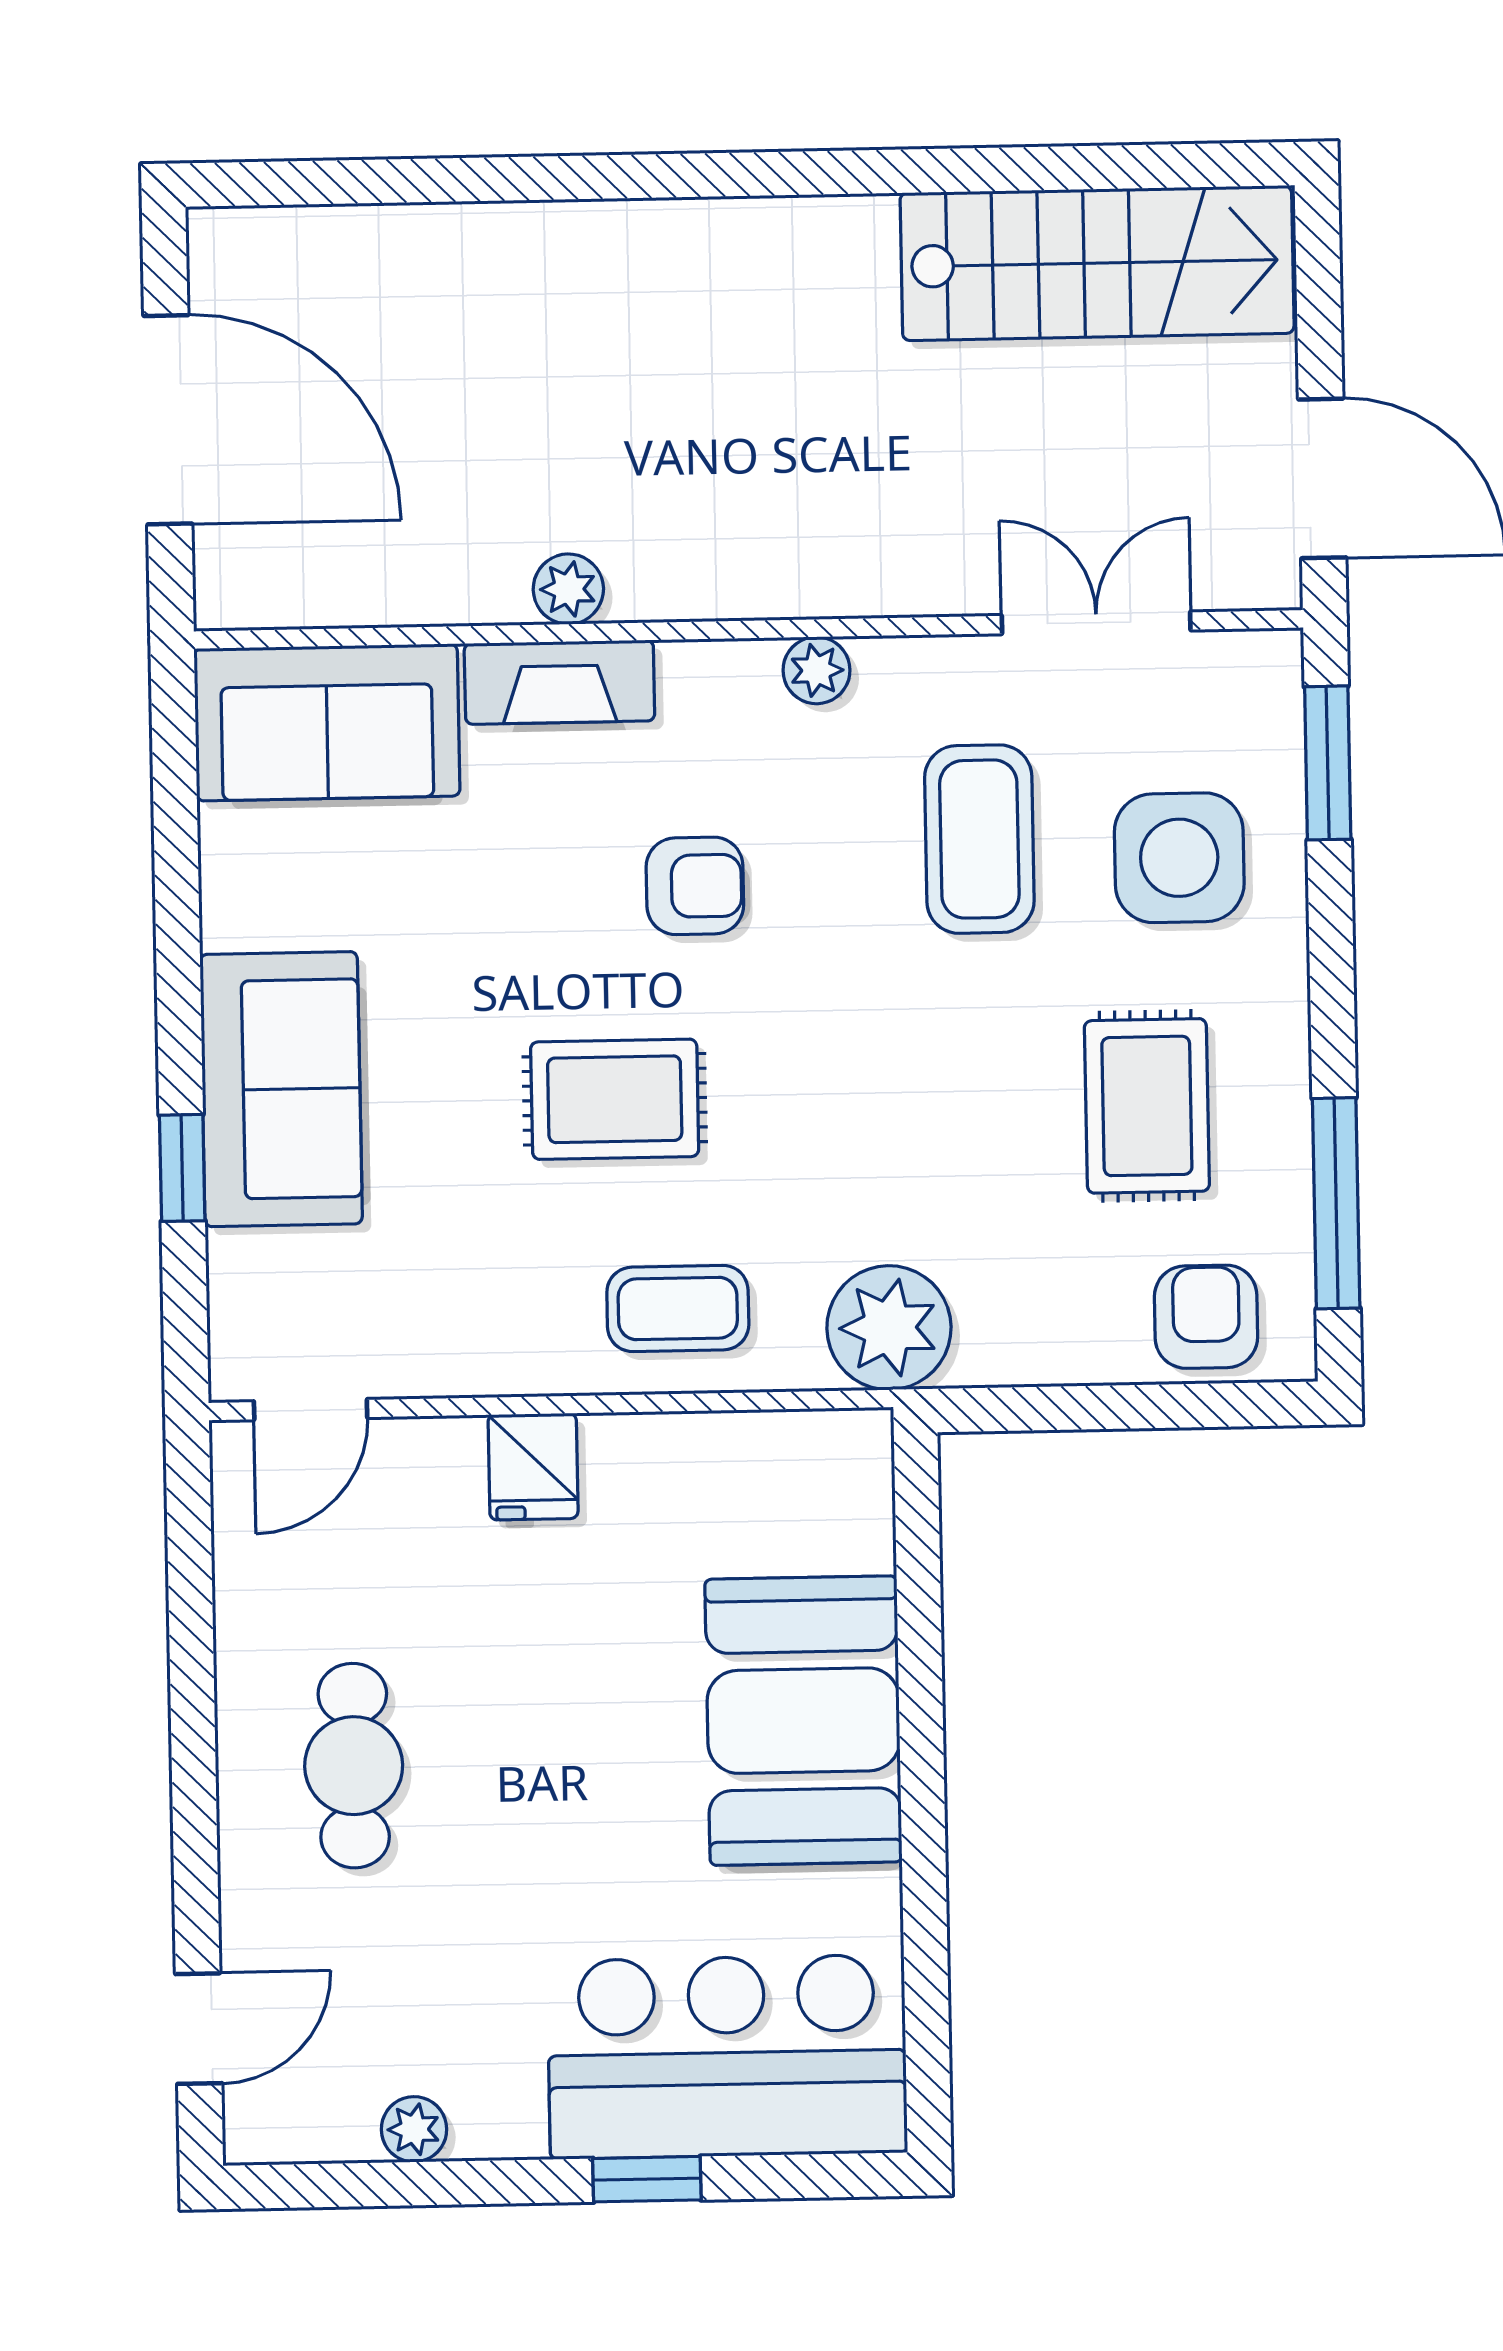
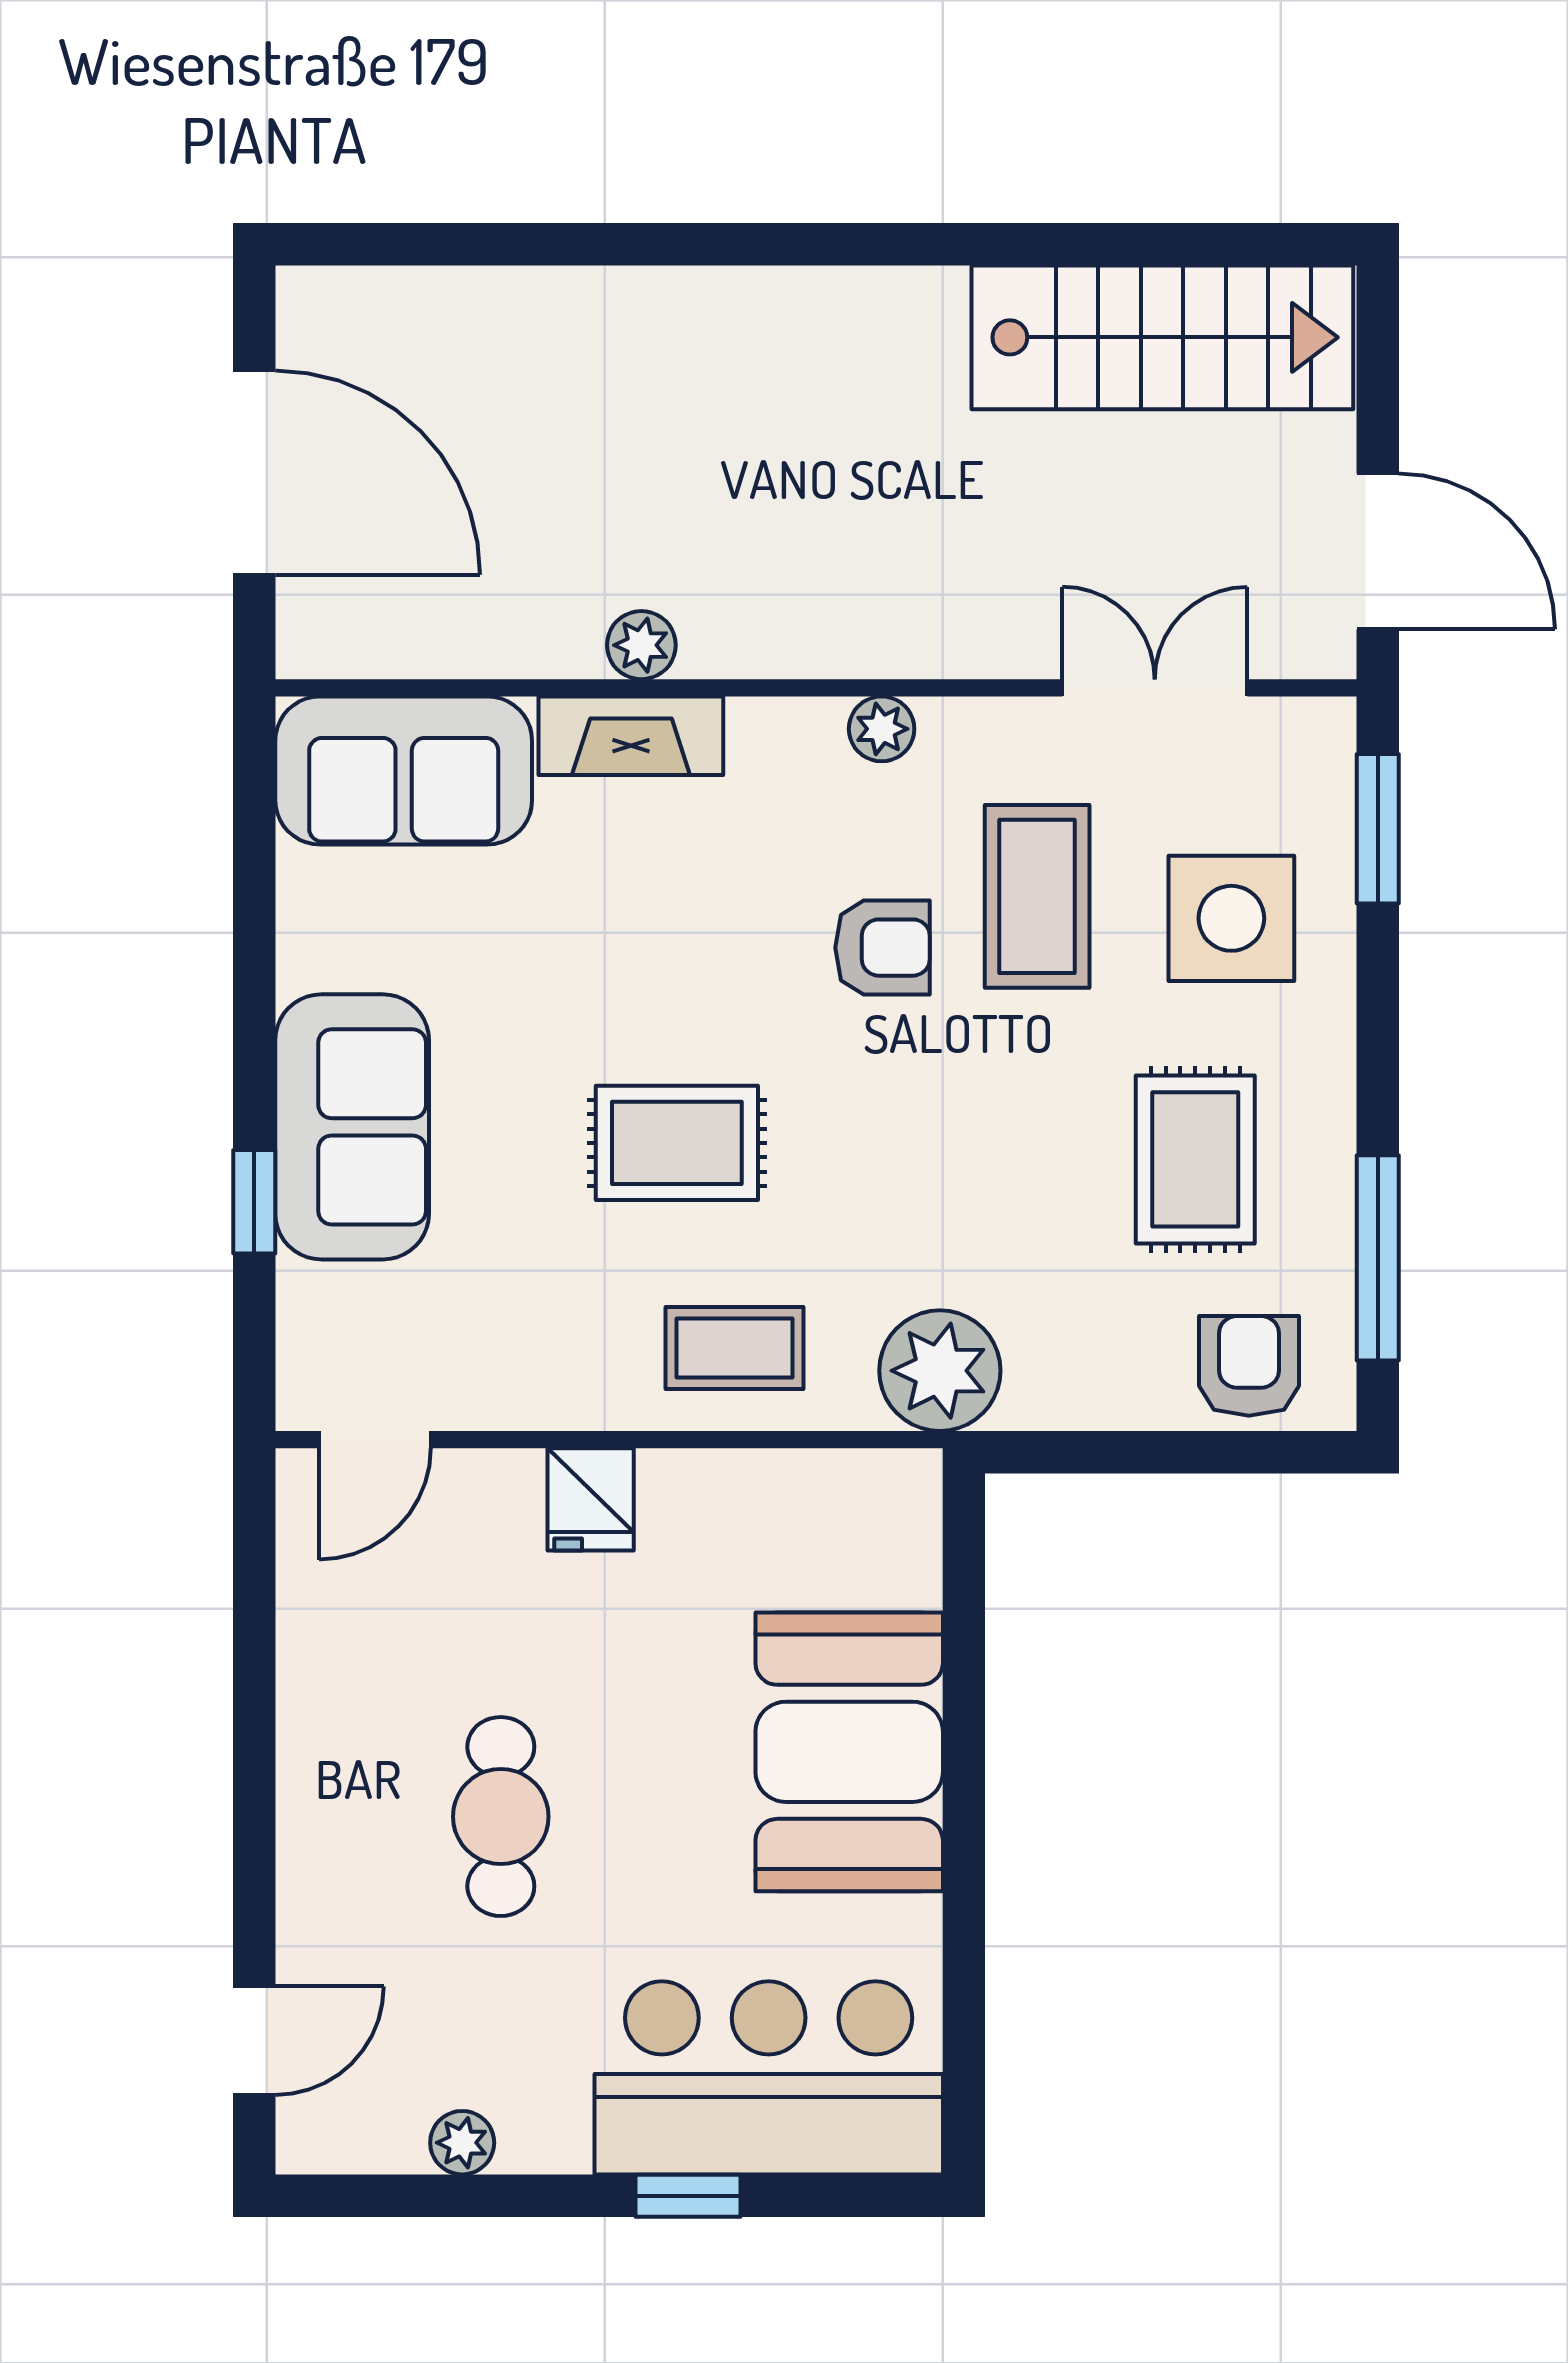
armchair: (695, 886) -> (883, 948), moved
cafe table: (354, 1766) -> (501, 1817), moved

